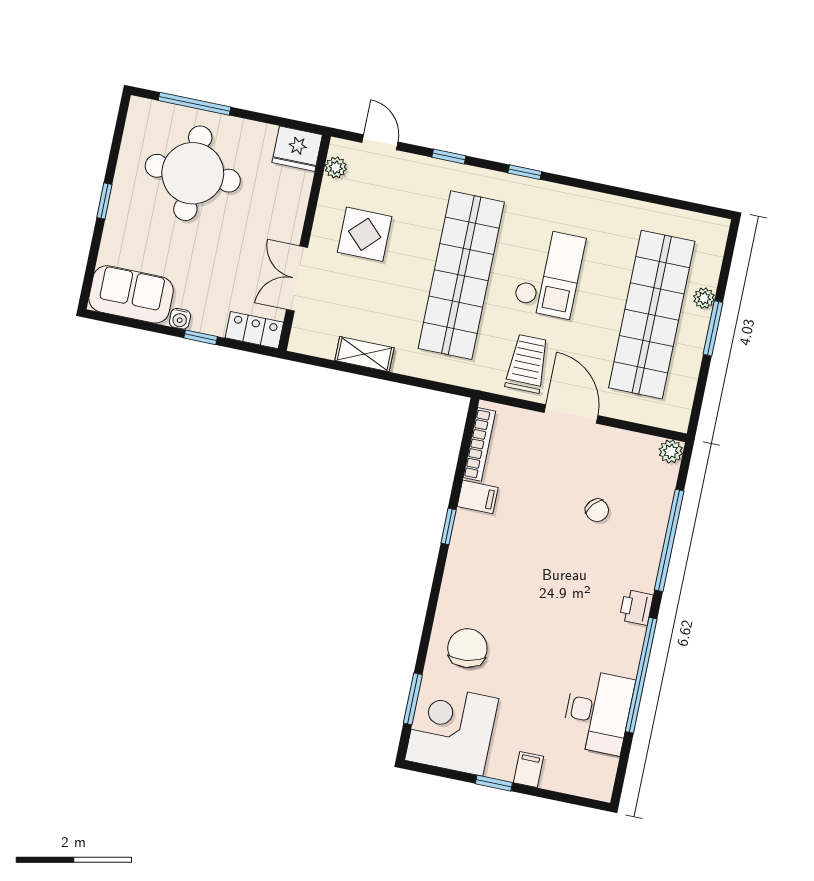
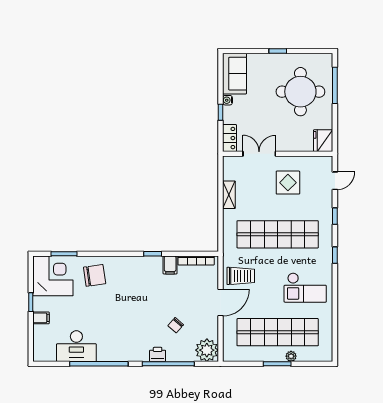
plant: (336, 167) -> (318, 161), removed
checkout: (549, 273) -> (305, 288), moved
plant: (671, 451) -> (207, 350), width x1.88, depth x1.88
printer: (636, 607) -> (158, 354), moved

